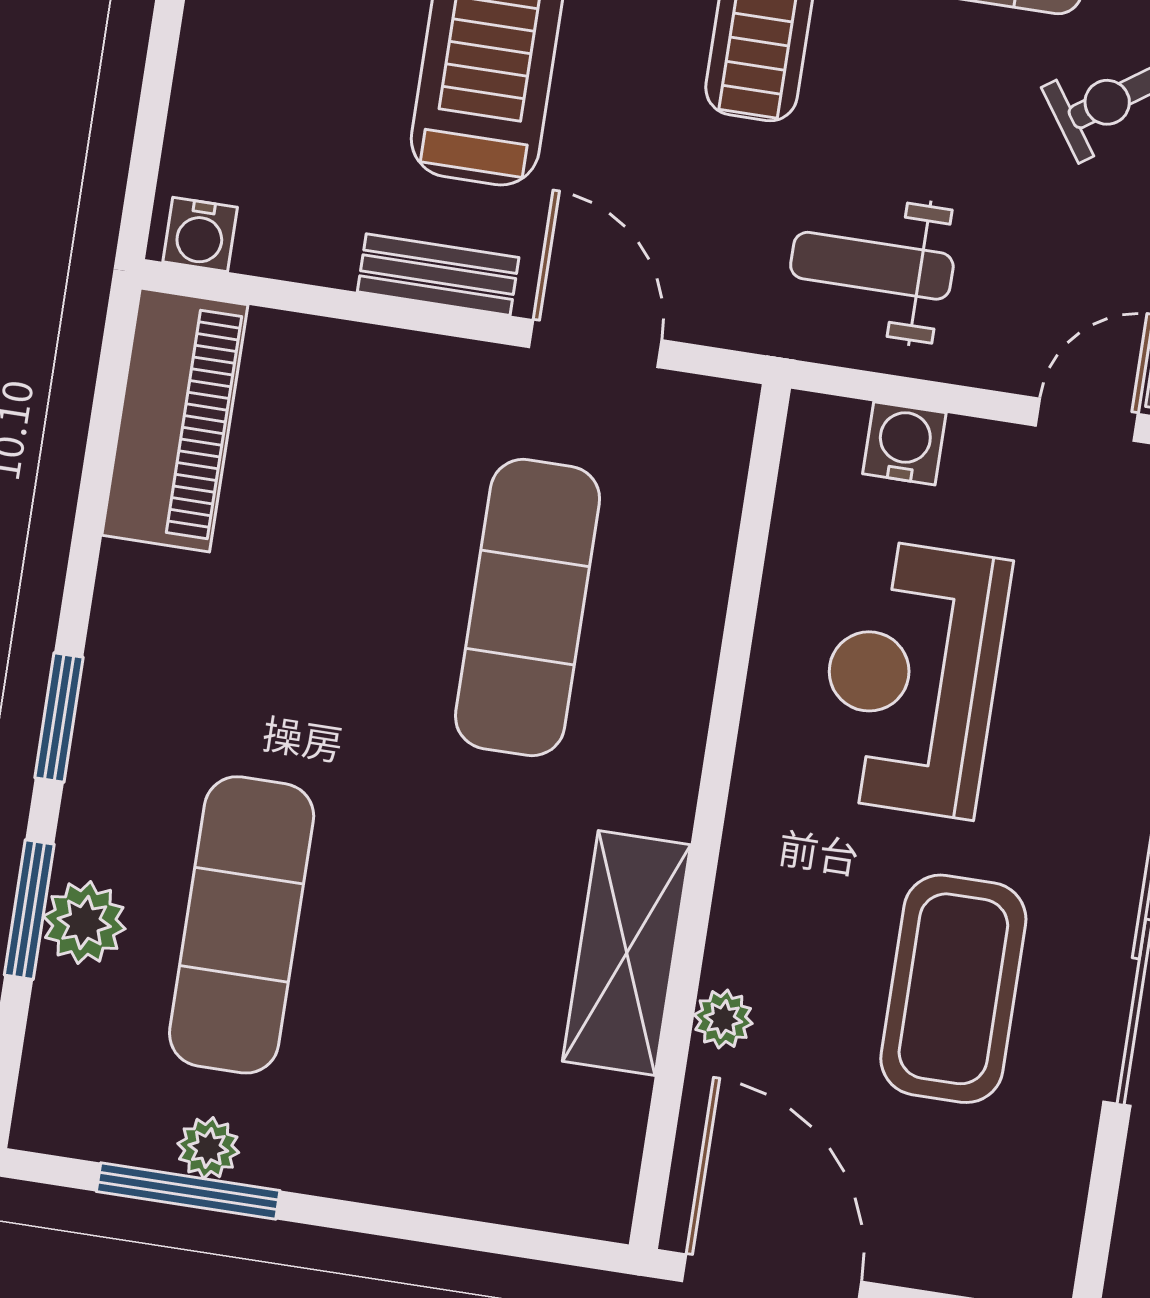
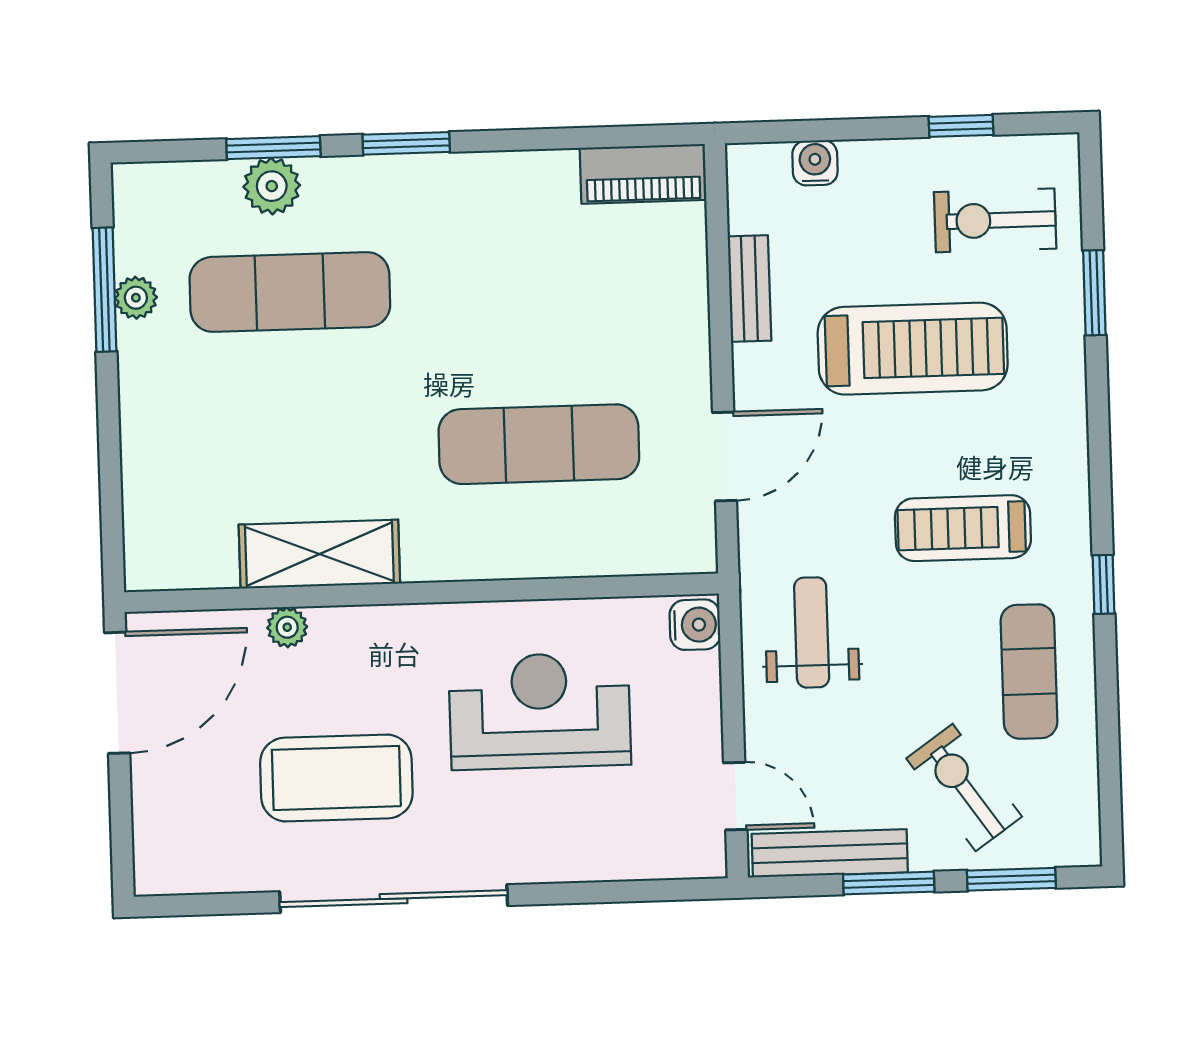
water cooler: (200, 235) -> (815, 163), moved, turned 90
bench: (438, 275) -> (749, 289), moved
piano: (175, 420) -> (643, 174), width x0.73, depth x0.75
water cooler: (904, 443) -> (695, 625), moved

